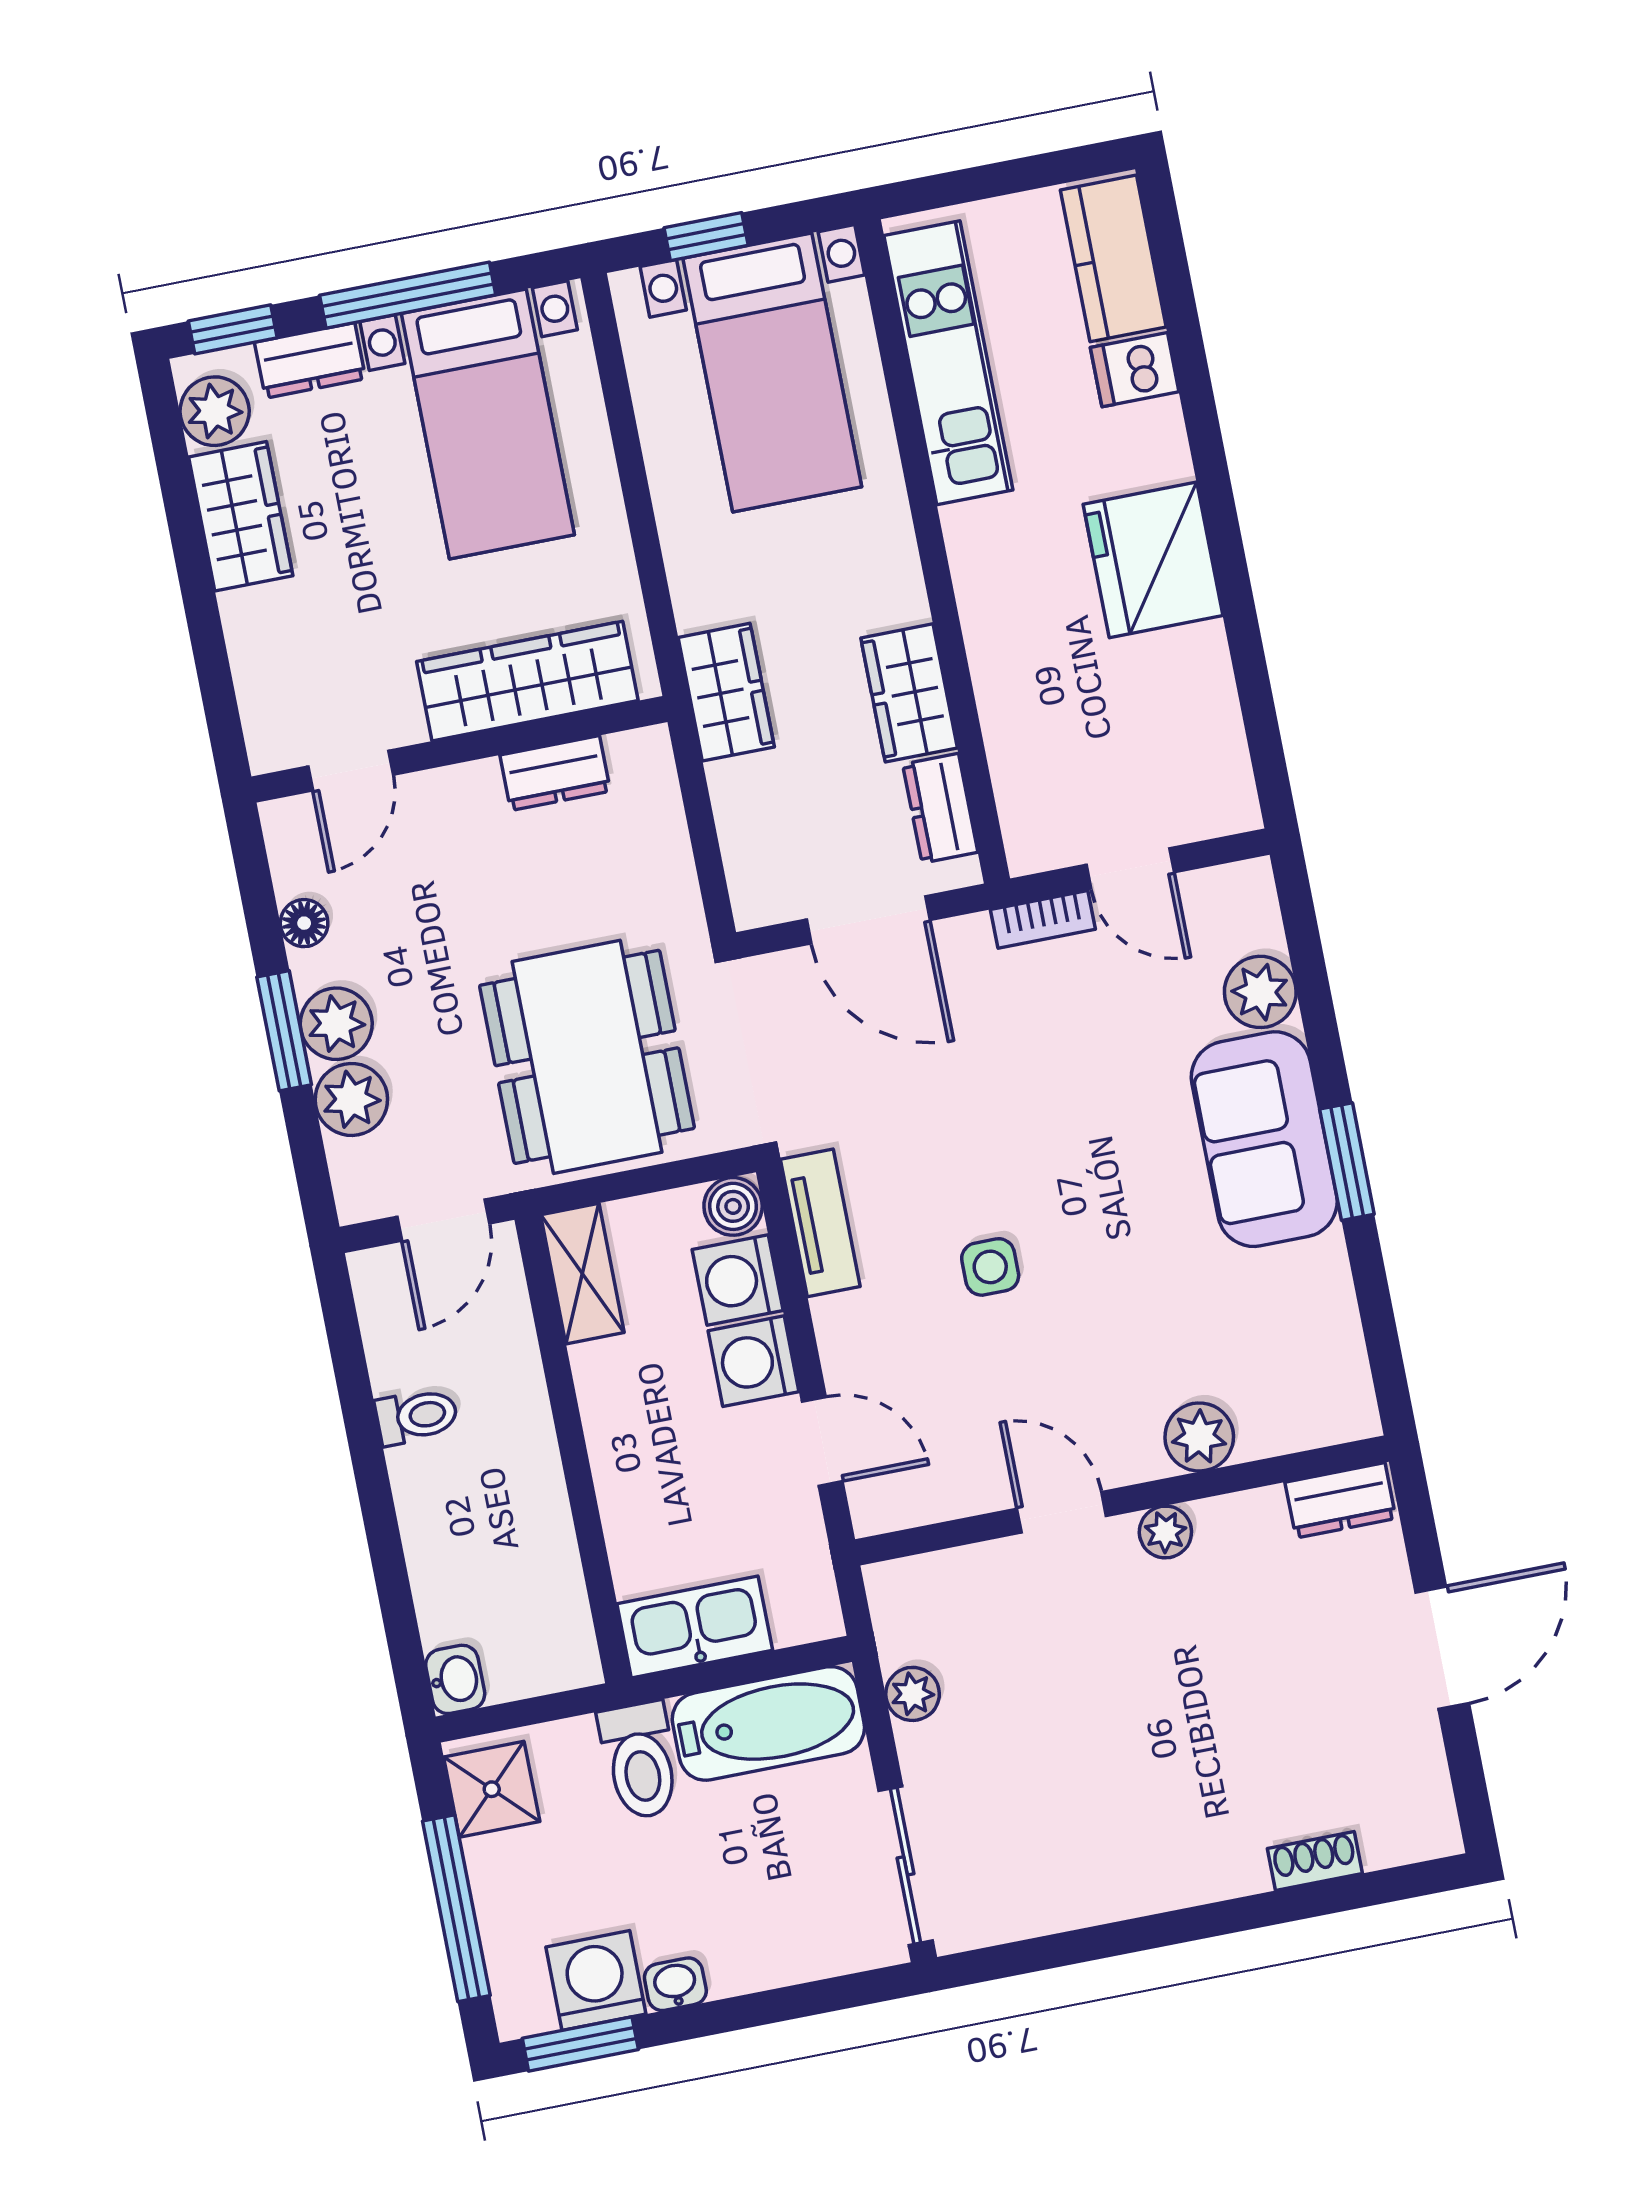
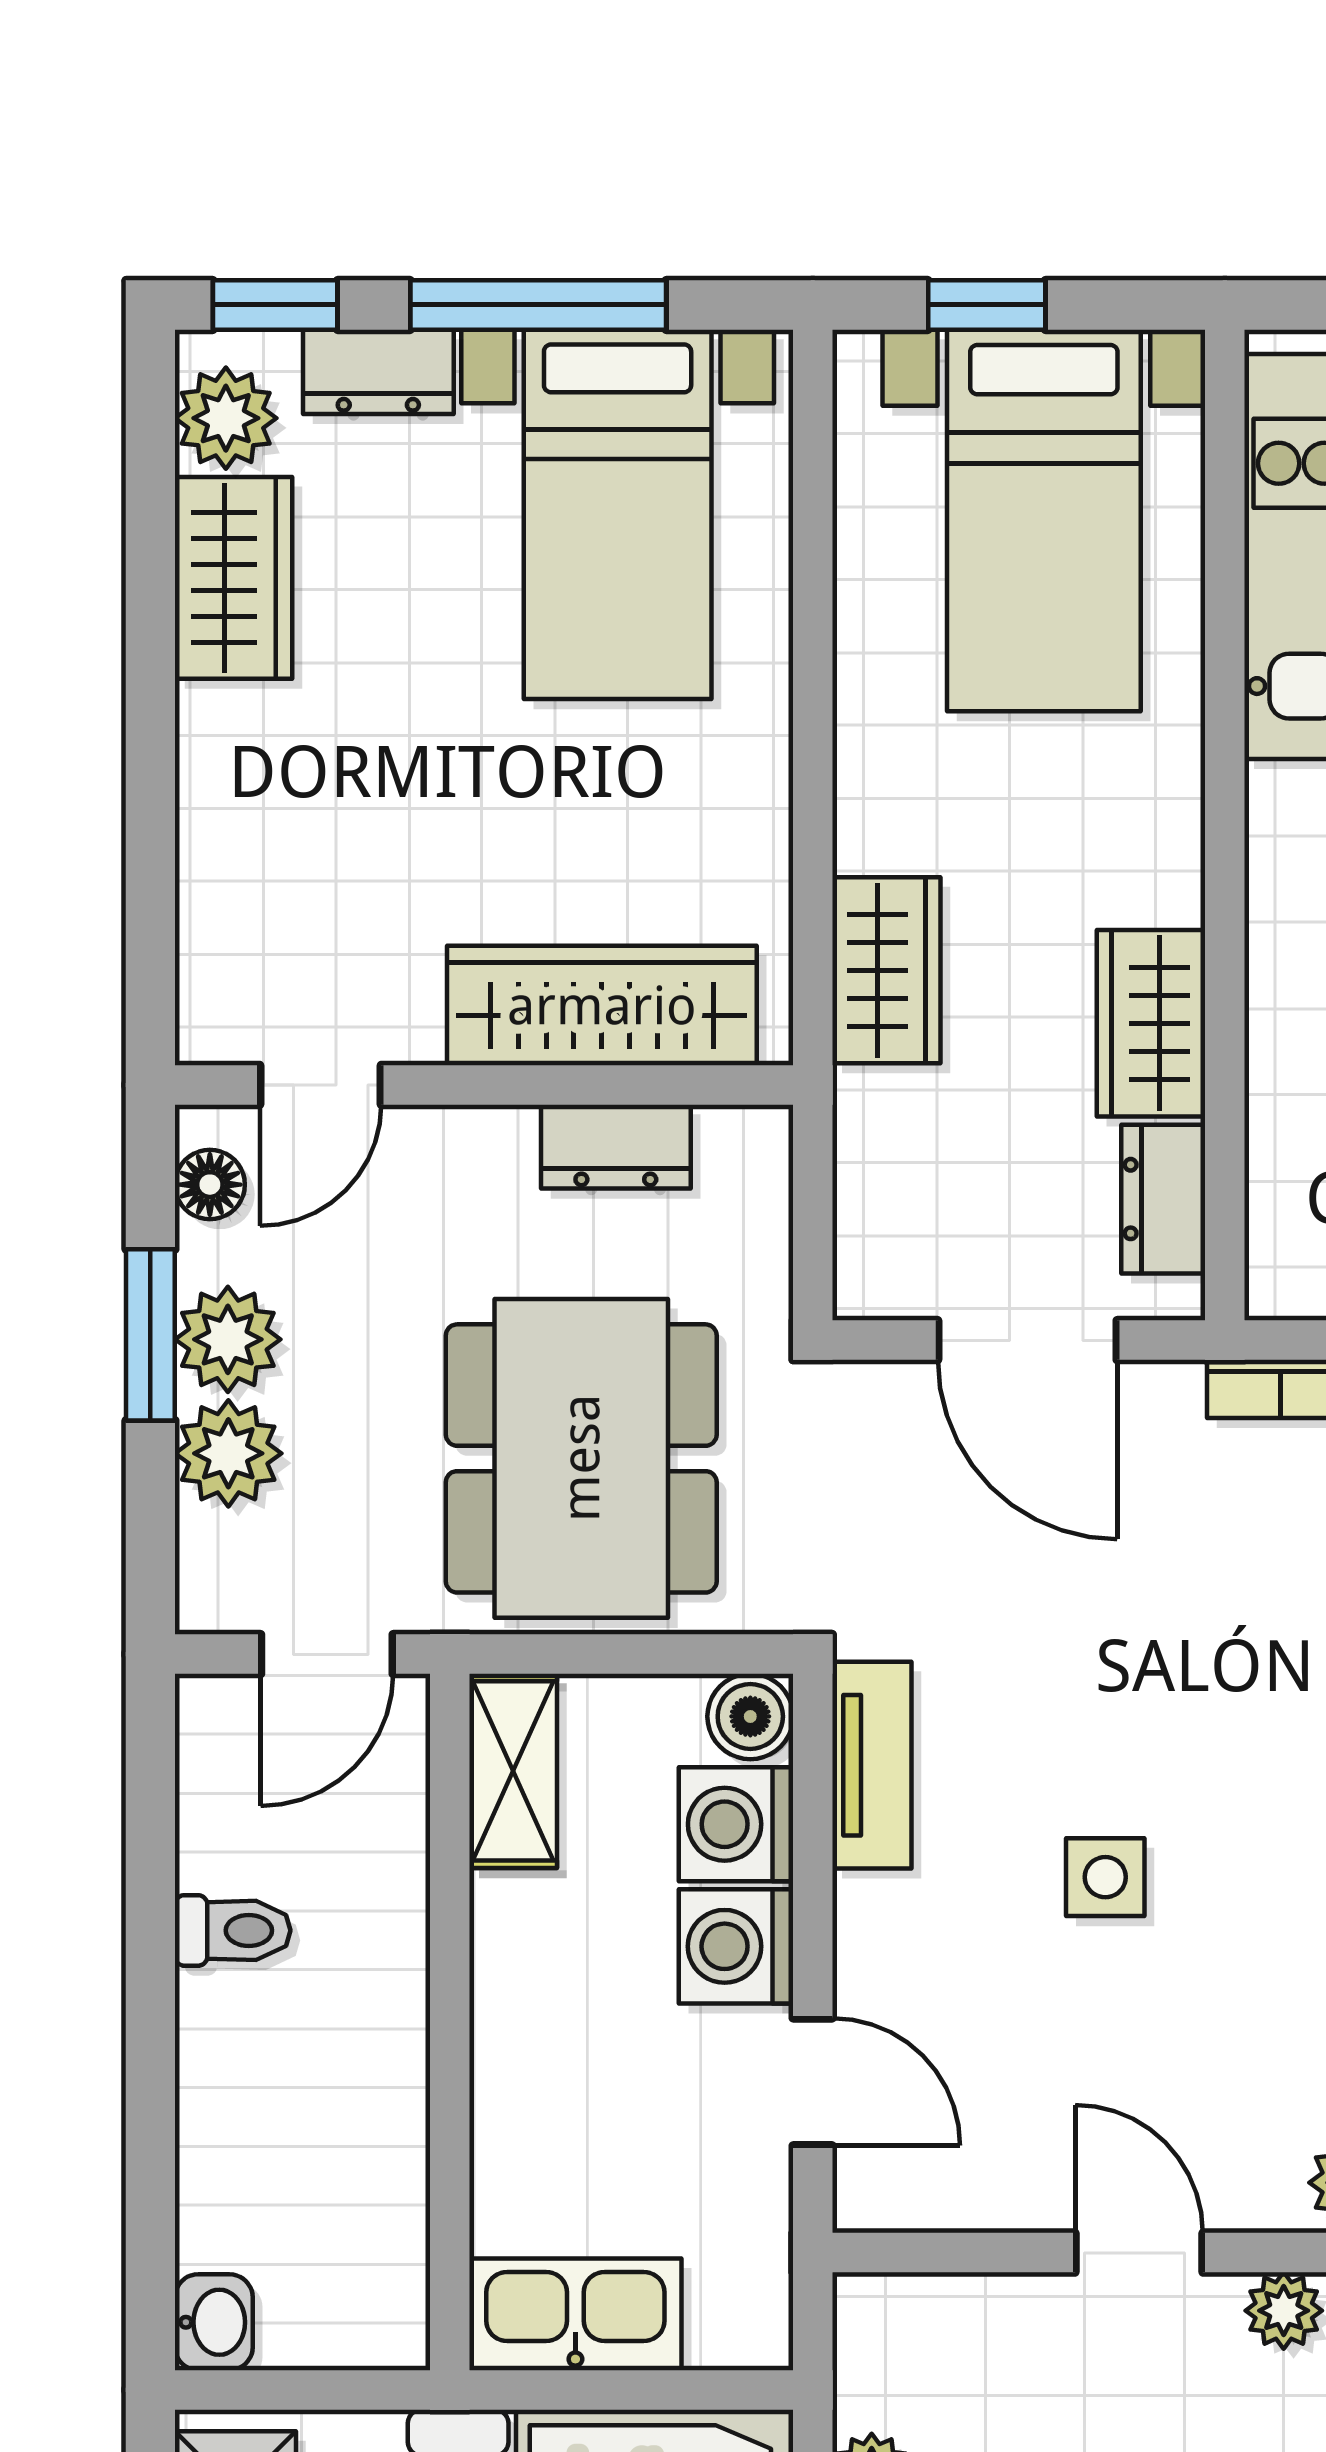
wardrobe: (527, 681) -> (602, 1006), moved
wall: (459, 749) -> (484, 1085), moved
door: (351, 771) -> (320, 1085), moved
dresser: (555, 773) -> (616, 1147), moved

